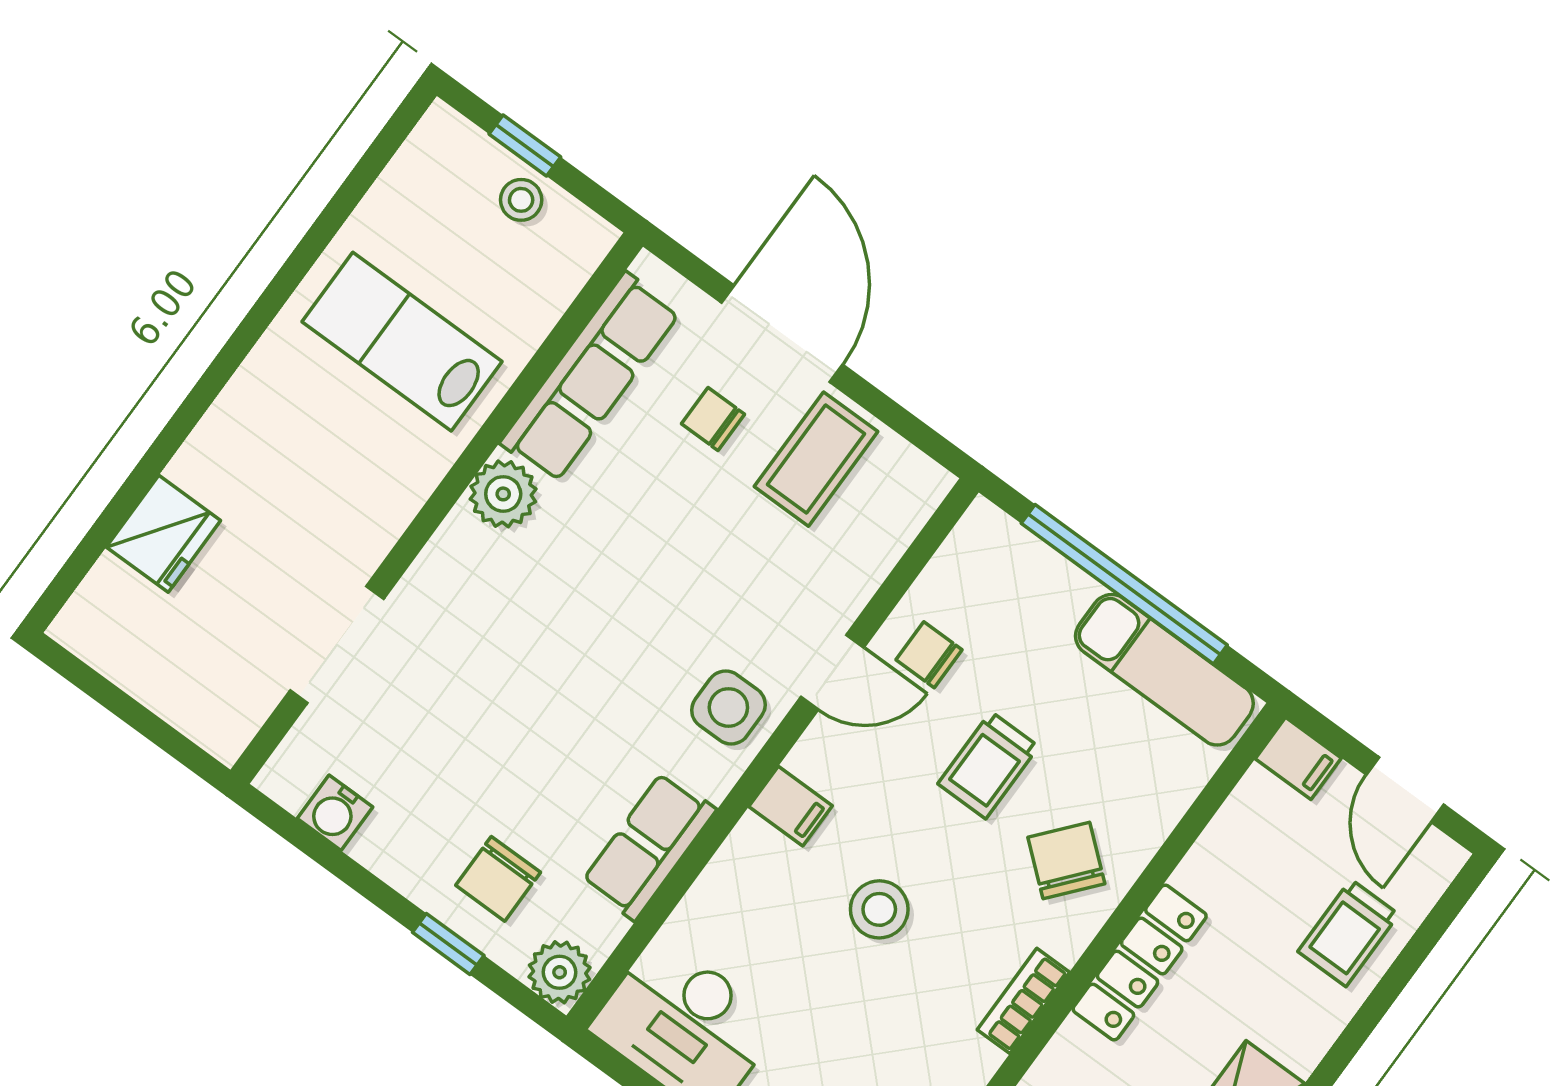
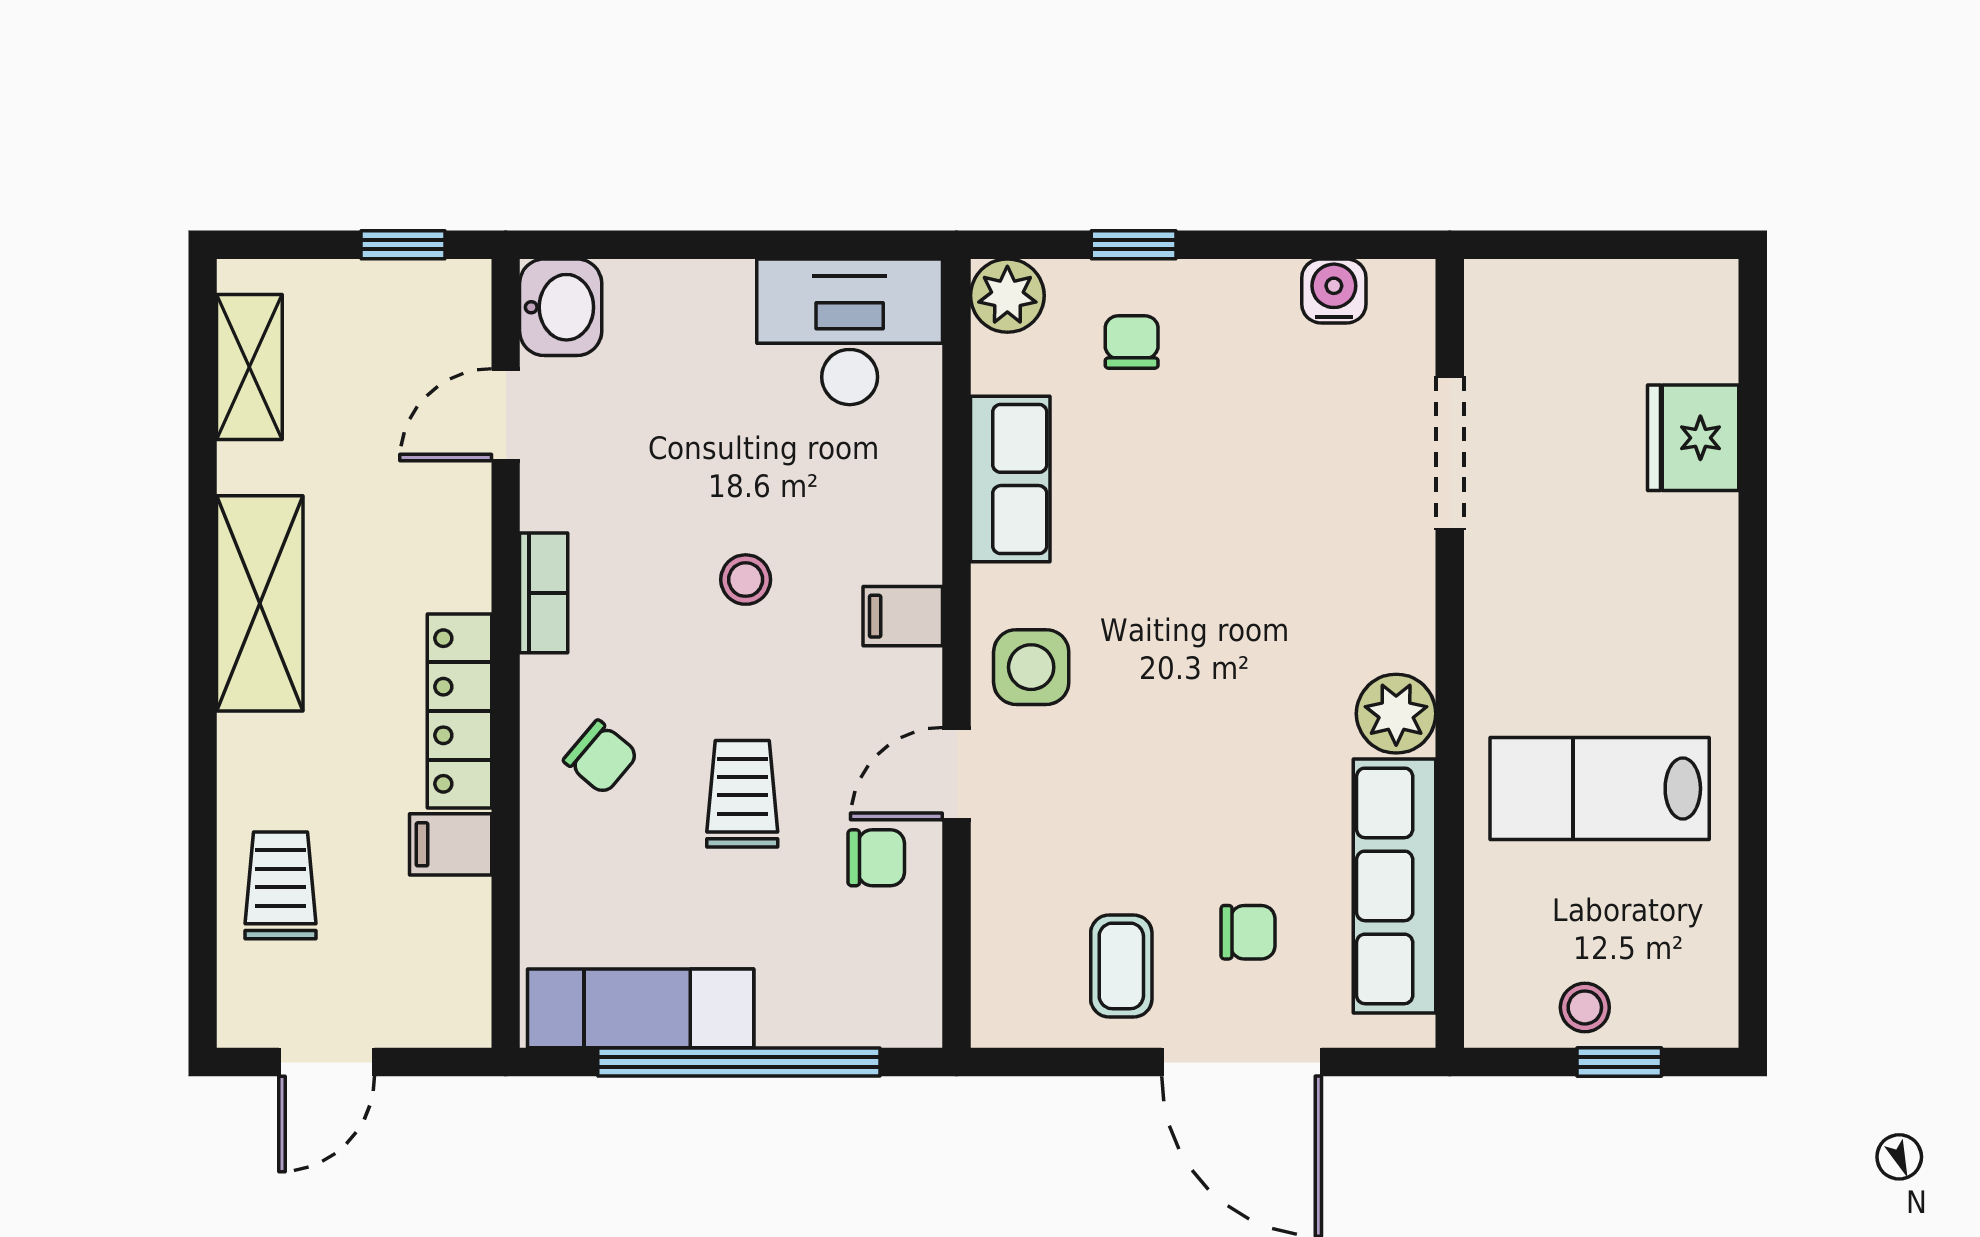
lab bench: (402, 342) -> (1600, 789), turned 180
coffee table: (816, 459) -> (1121, 966), width x0.73, depth x0.77
filing cabinet: (1298, 758) -> (451, 844), moved
door: (1405, 790) -> (327, 1062), swing flipped
chair: (1066, 860) -> (601, 757), width x0.73, depth x0.73
chair: (498, 879) -> (1132, 342), width x0.73, depth x0.73
stool: (879, 909) -> (746, 580), width x0.73, depth x0.73

